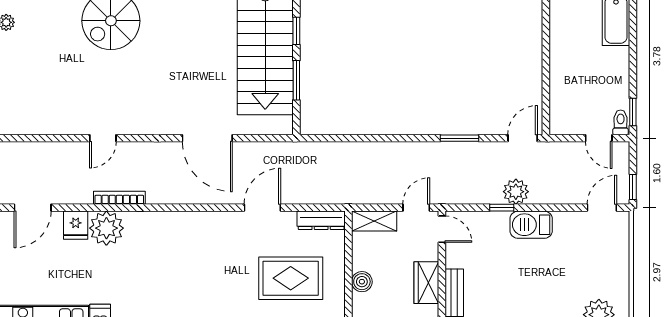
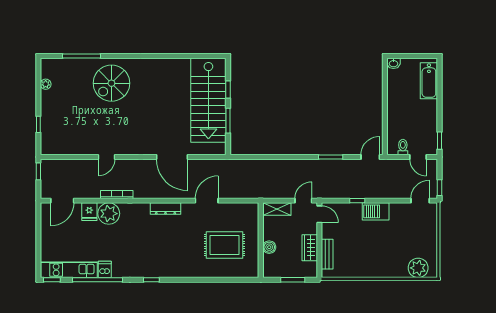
toilet: (621, 122) -> (403, 147), moved
plant: (516, 192) -> (366, 191), removed
dresser: (321, 220) -> (166, 209), moved

